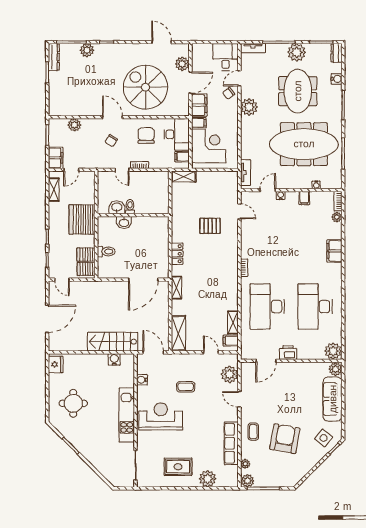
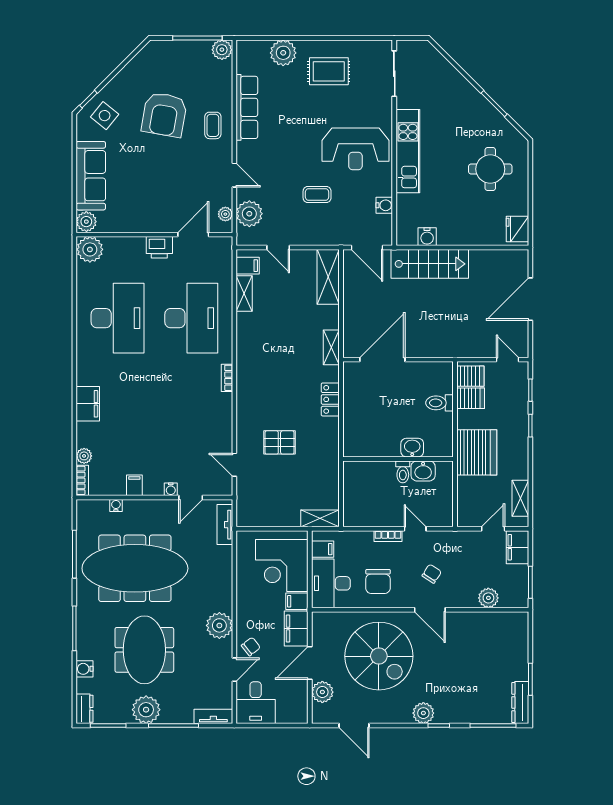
plant: (87, 50) -> (423, 713), moved
plant: (245, 464) -> (225, 214), moved

